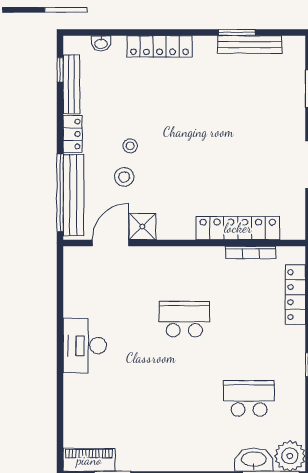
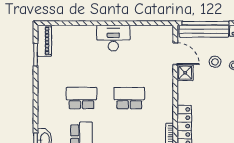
school desk: (184, 319) -> (129, 98), turned -90
school desk: (184, 398) -> (81, 98), added

